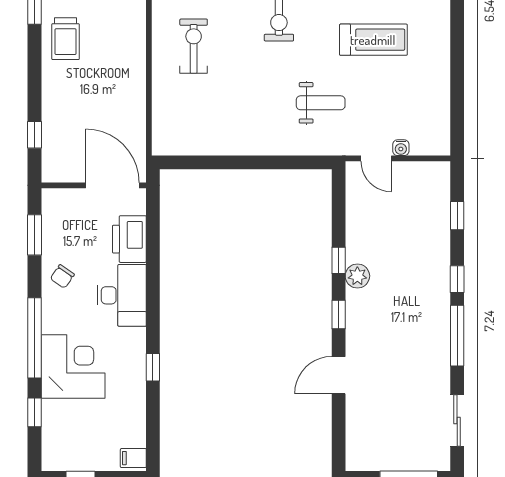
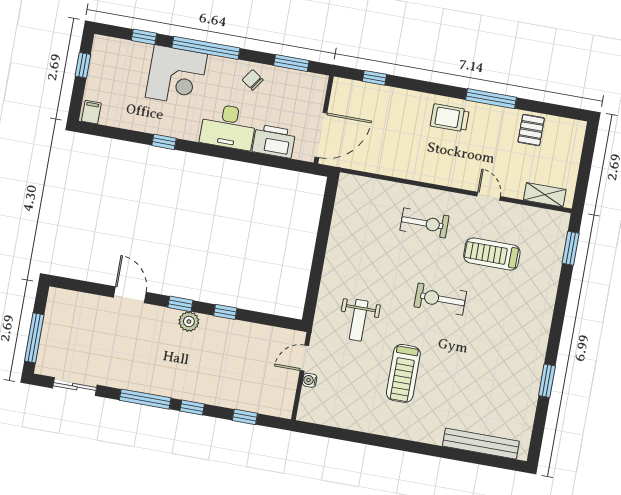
plant: (357, 276) -> (189, 321), moved

